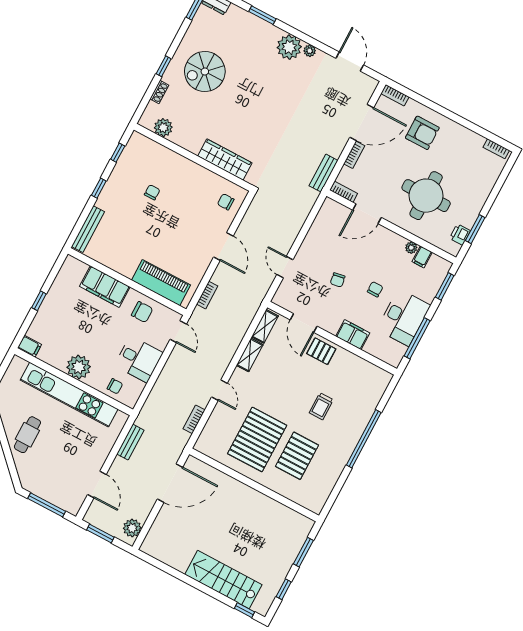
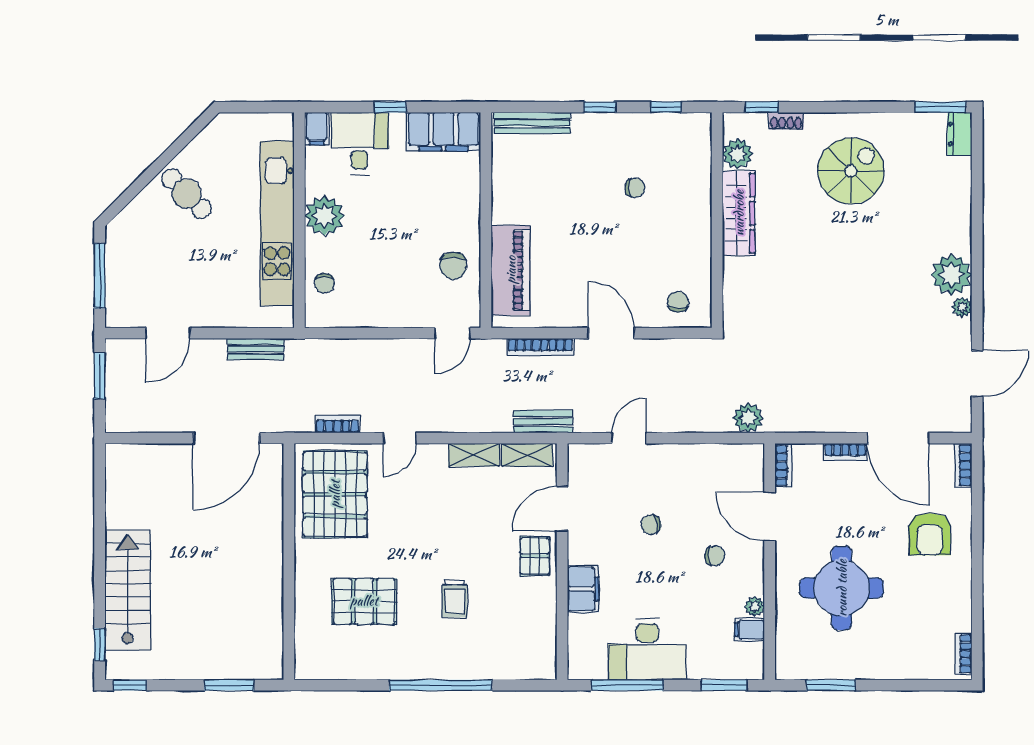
window: (262, 15) -> (977, 211), removed
window: (164, 66) -> (762, 107), moved
spiral stairs: (205, 72) -> (851, 171), turned 90
wardrobe: (225, 159) -> (739, 213), moved
bench: (323, 173) -> (543, 422), moved
printer: (460, 235) -> (811, 667), removed
door: (223, 247) -> (611, 333), swing flipped
filing cabinet: (105, 287) -> (443, 132), moved, turned -90
chair: (375, 289) -> (715, 556), moved
bookcase: (207, 295) -> (540, 347), width x1.56
desk: (139, 359) -> (360, 143), moved, turned 180
trolley: (321, 406) -> (455, 598), turned -90
cafe table: (27, 435) -> (187, 194), turned 45
pallet: (257, 439) -> (335, 494), moved, turned 90
door: (170, 483) -> (227, 438), hinge flipped
plant: (132, 528) -> (748, 418), moved
window: (284, 589) -> (130, 685), moved

